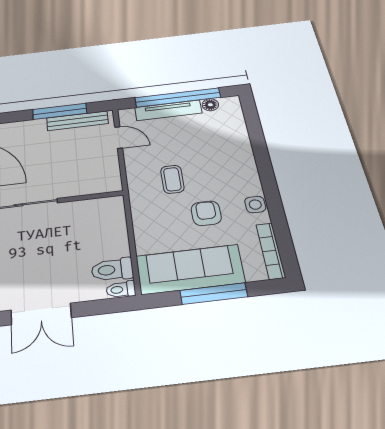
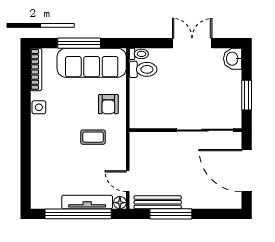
floor lamp: (210, 105) -> (120, 203), moved
coffee table: (172, 179) -> (93, 137), turned 90
armchair: (206, 213) -> (108, 104), moved

